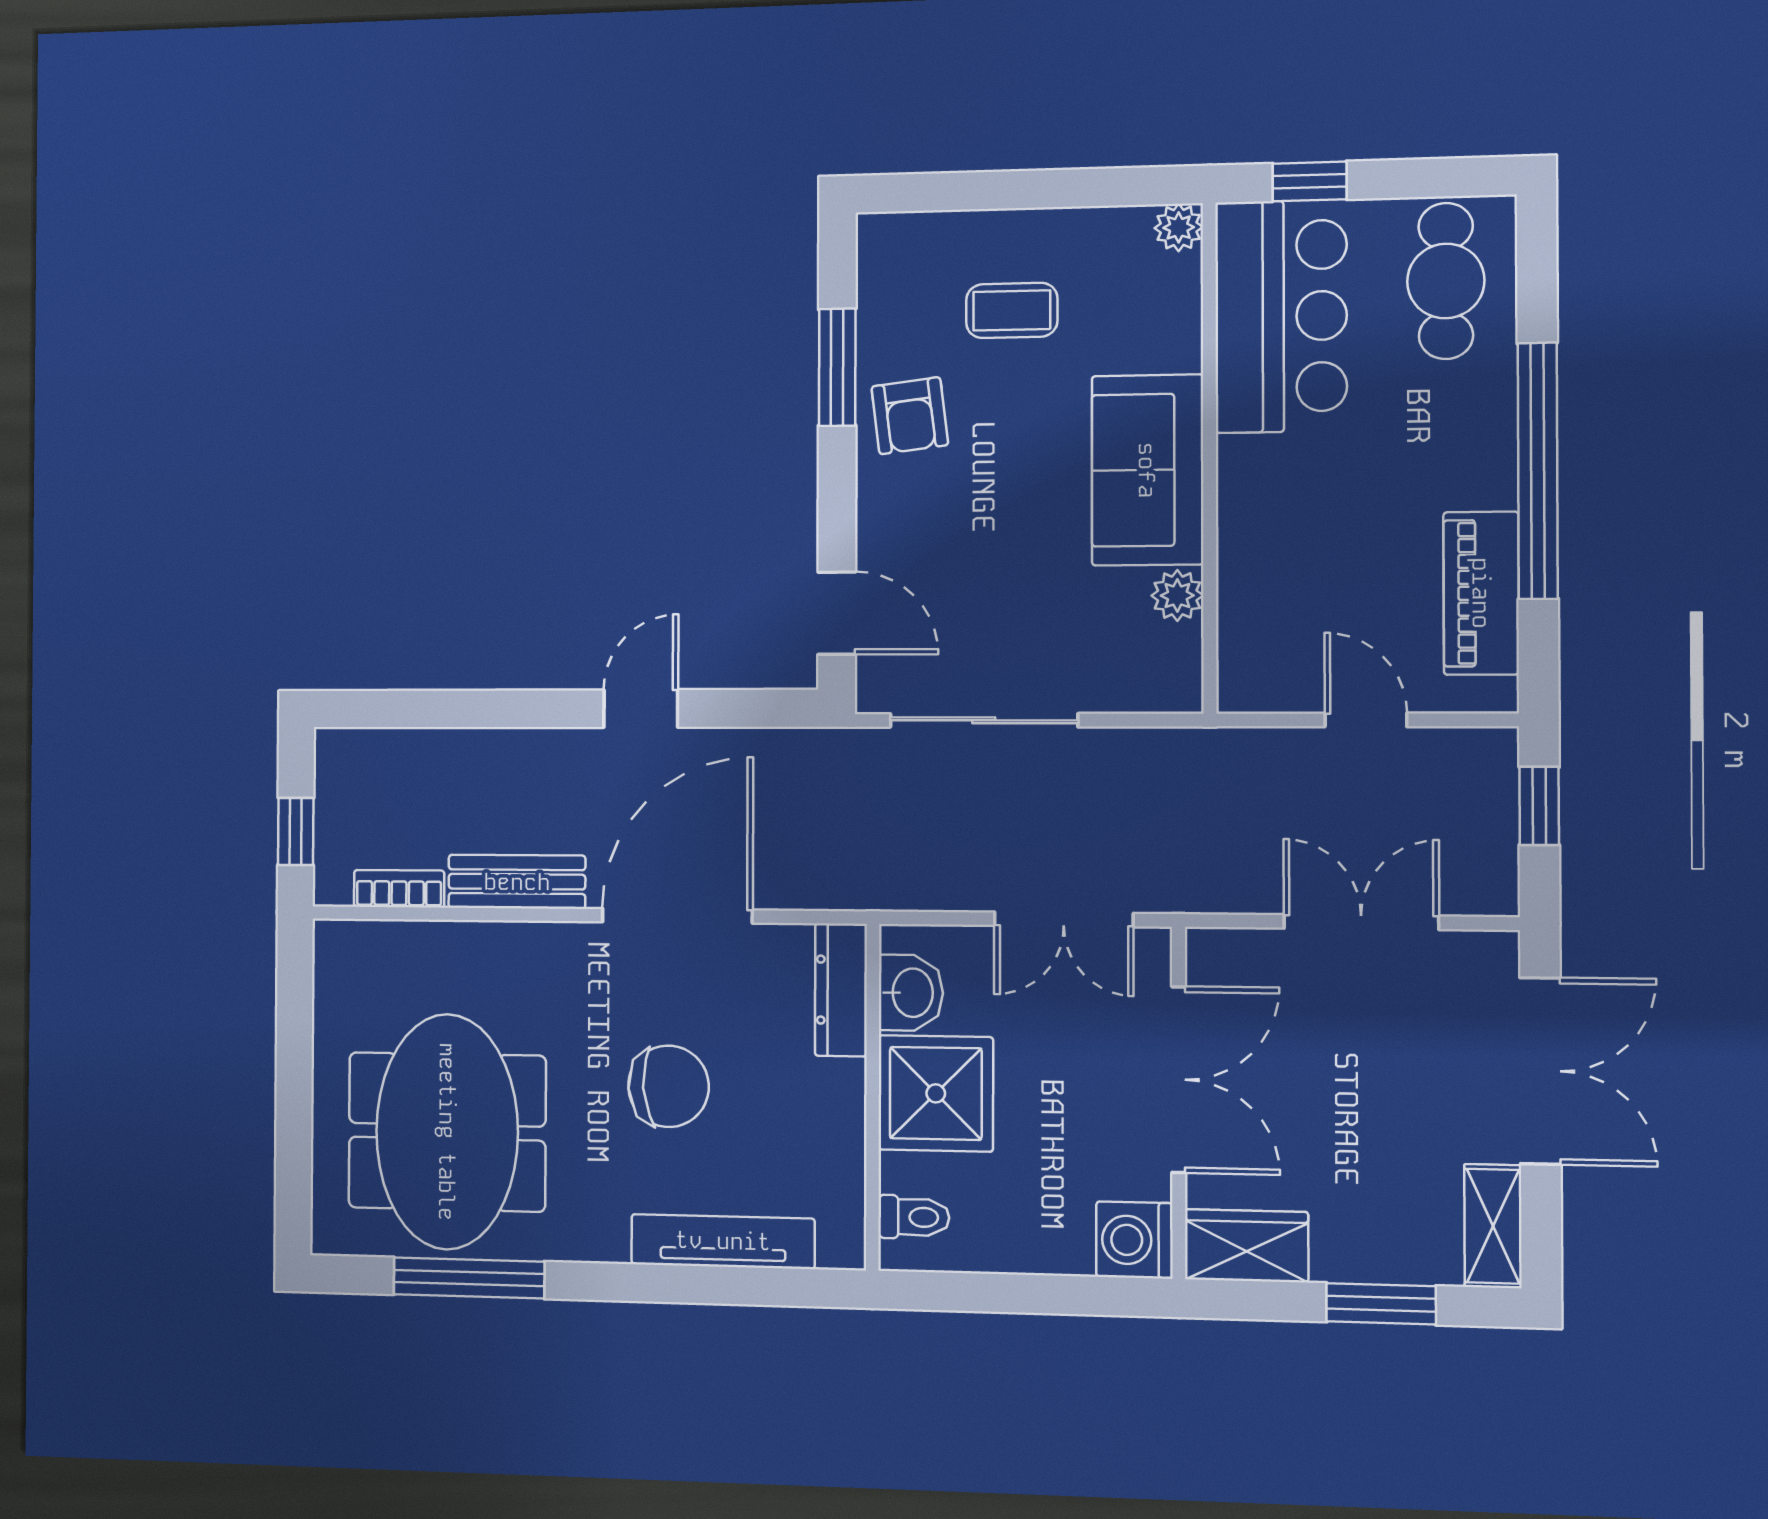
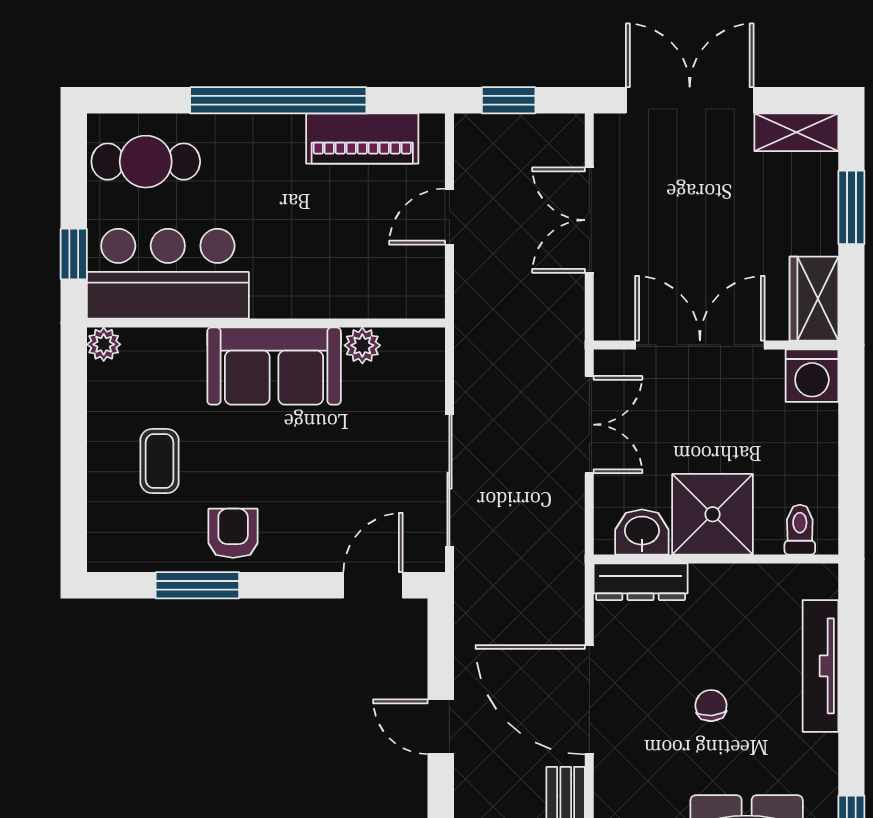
armchair: (910, 416) -> (233, 533), turned -83
chair: (669, 1086) -> (711, 706), width x0.54, depth x0.54

